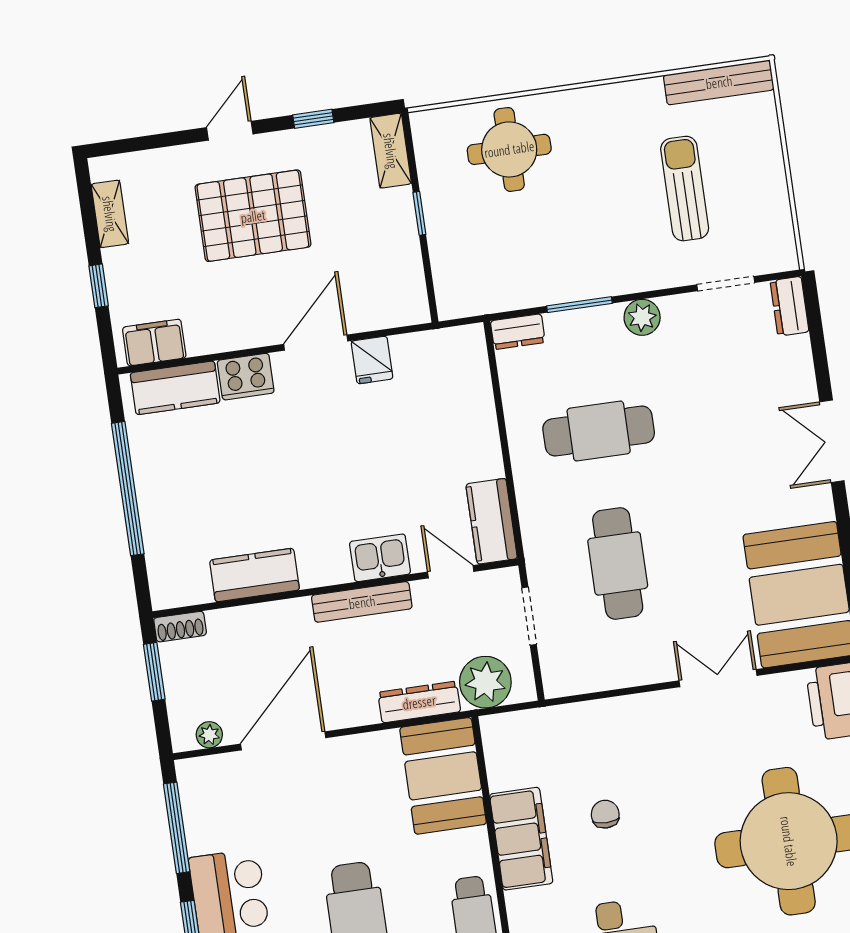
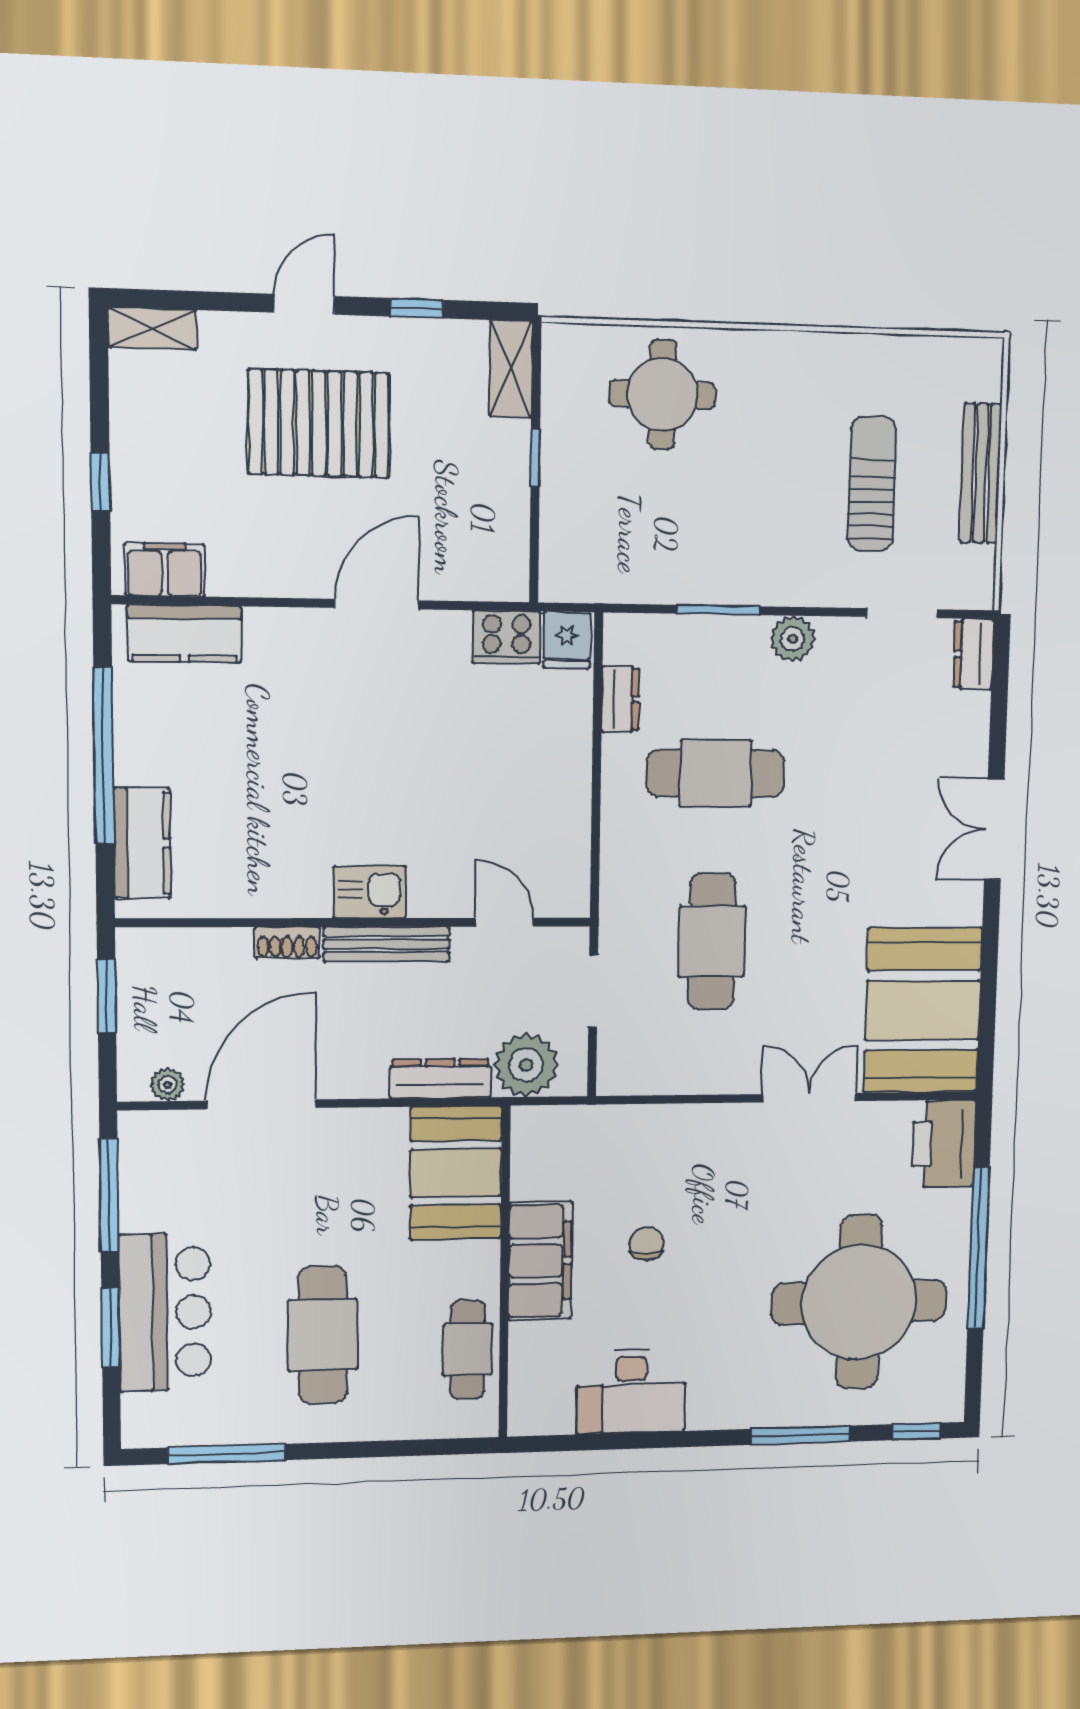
bench: (719, 82) -> (981, 473), moved, turned 90
shelving: (110, 214) -> (152, 329), moved, turned 90
dresser: (518, 332) -> (620, 699), moved, turned -90
fridge: (372, 360) -> (567, 640), moved
cooker: (246, 377) -> (507, 637), moved
kitchen counter: (492, 521) -> (565, 867), removed
kitchen sink: (380, 558) -> (370, 892), moved
kitchen counter: (255, 575) -> (142, 843), moved, turned 90
shoe rack: (180, 627) -> (287, 943), moved

